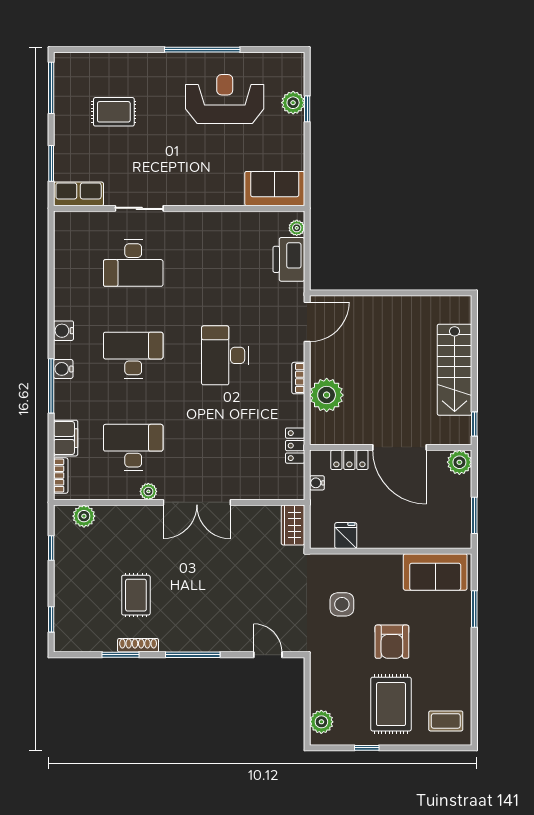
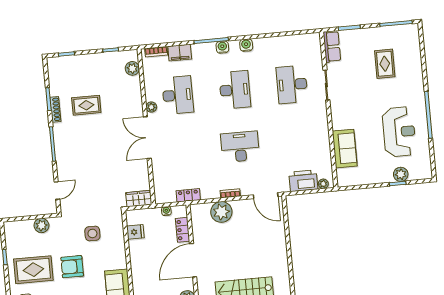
sofa: (275, 189) -> (345, 149), moved
plant: (321, 722) -> (41, 225), moved

